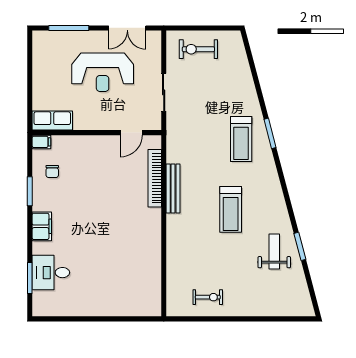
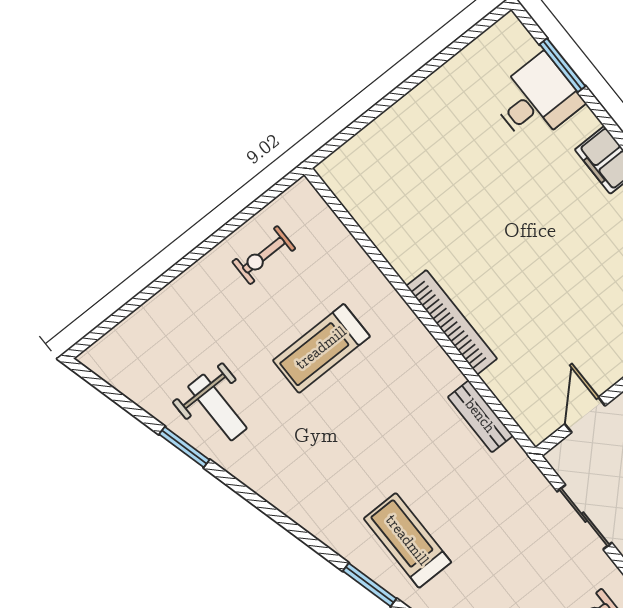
bookcase: (155, 178) -> (452, 322), moved
bench: (173, 188) -> (480, 416), moved, width x0.73
treadmill: (231, 209) -> (321, 348), moved, turned -90

